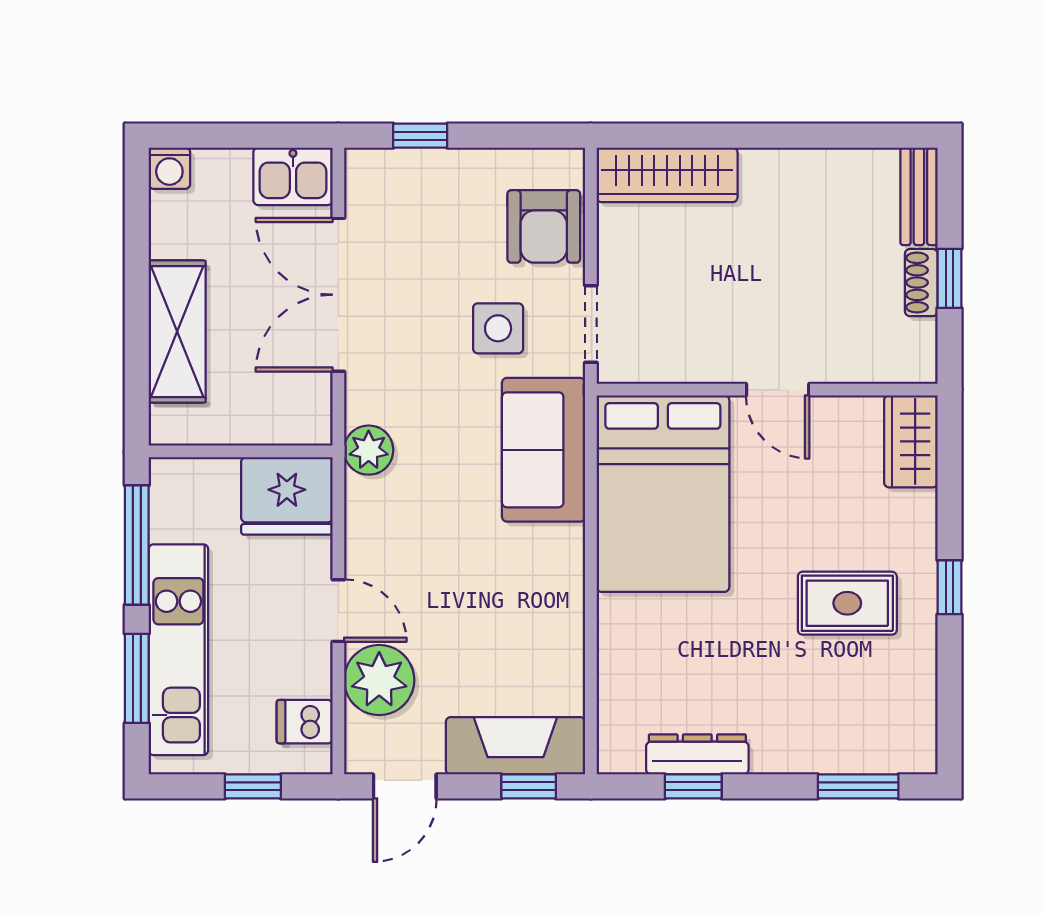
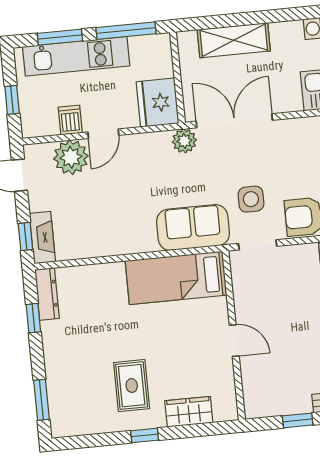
shoe rack: (921, 283) -> (294, 407), removed
double door: (338, 295) -> (234, 121), moved
door: (778, 390) -> (234, 341), swing flipped
wardrobe: (911, 441) -> (189, 412), moved
bed: (663, 494) -> (176, 278), width x0.67
dishwasher: (305, 722) -> (70, 120), moved
fireplace: (515, 746) -> (42, 238), width x0.73, depth x0.76
dresser: (697, 754) -> (47, 294), moved

